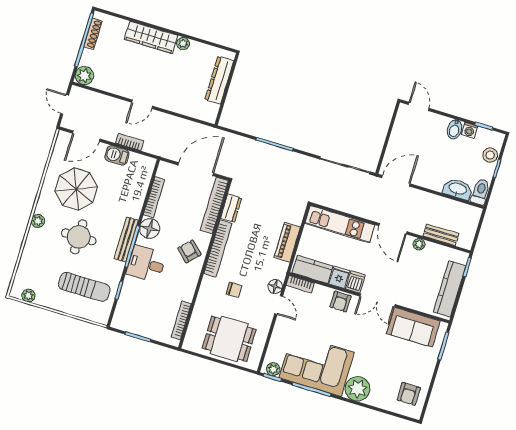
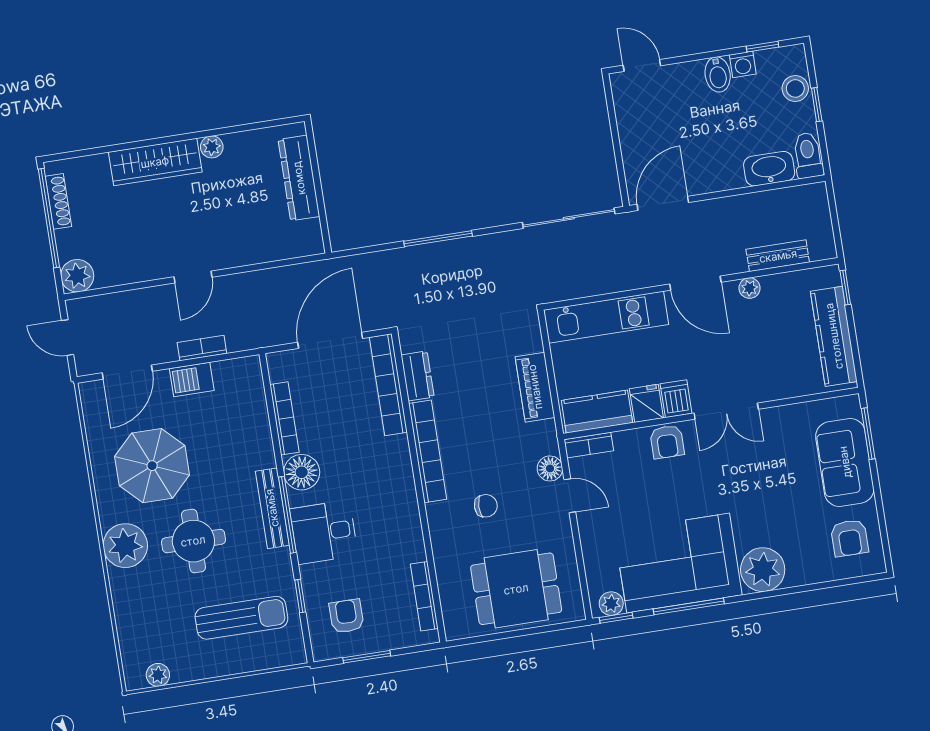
plant: (38, 221) -> (125, 546), width x1.87, depth x1.87
armchair: (189, 251) -> (347, 616), moved, turned 46
sofa: (413, 327) -> (845, 462), moved, turned 90

